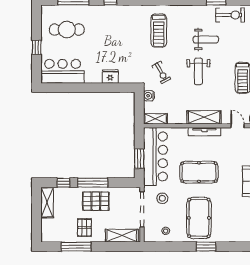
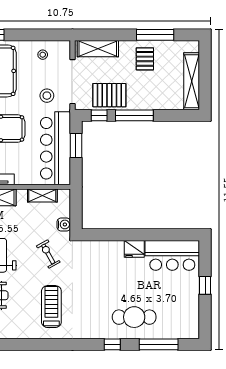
cafe table: (67, 30) -> (134, 317), moved
fridge: (110, 76) -> (134, 249), moved
shelving: (155, 119) -> (42, 196), moved
window: (63, 183) -> (99, 115), moved
pallet: (96, 201) -> (109, 95), moved
shelving: (47, 203) -> (192, 81), width x1.47

